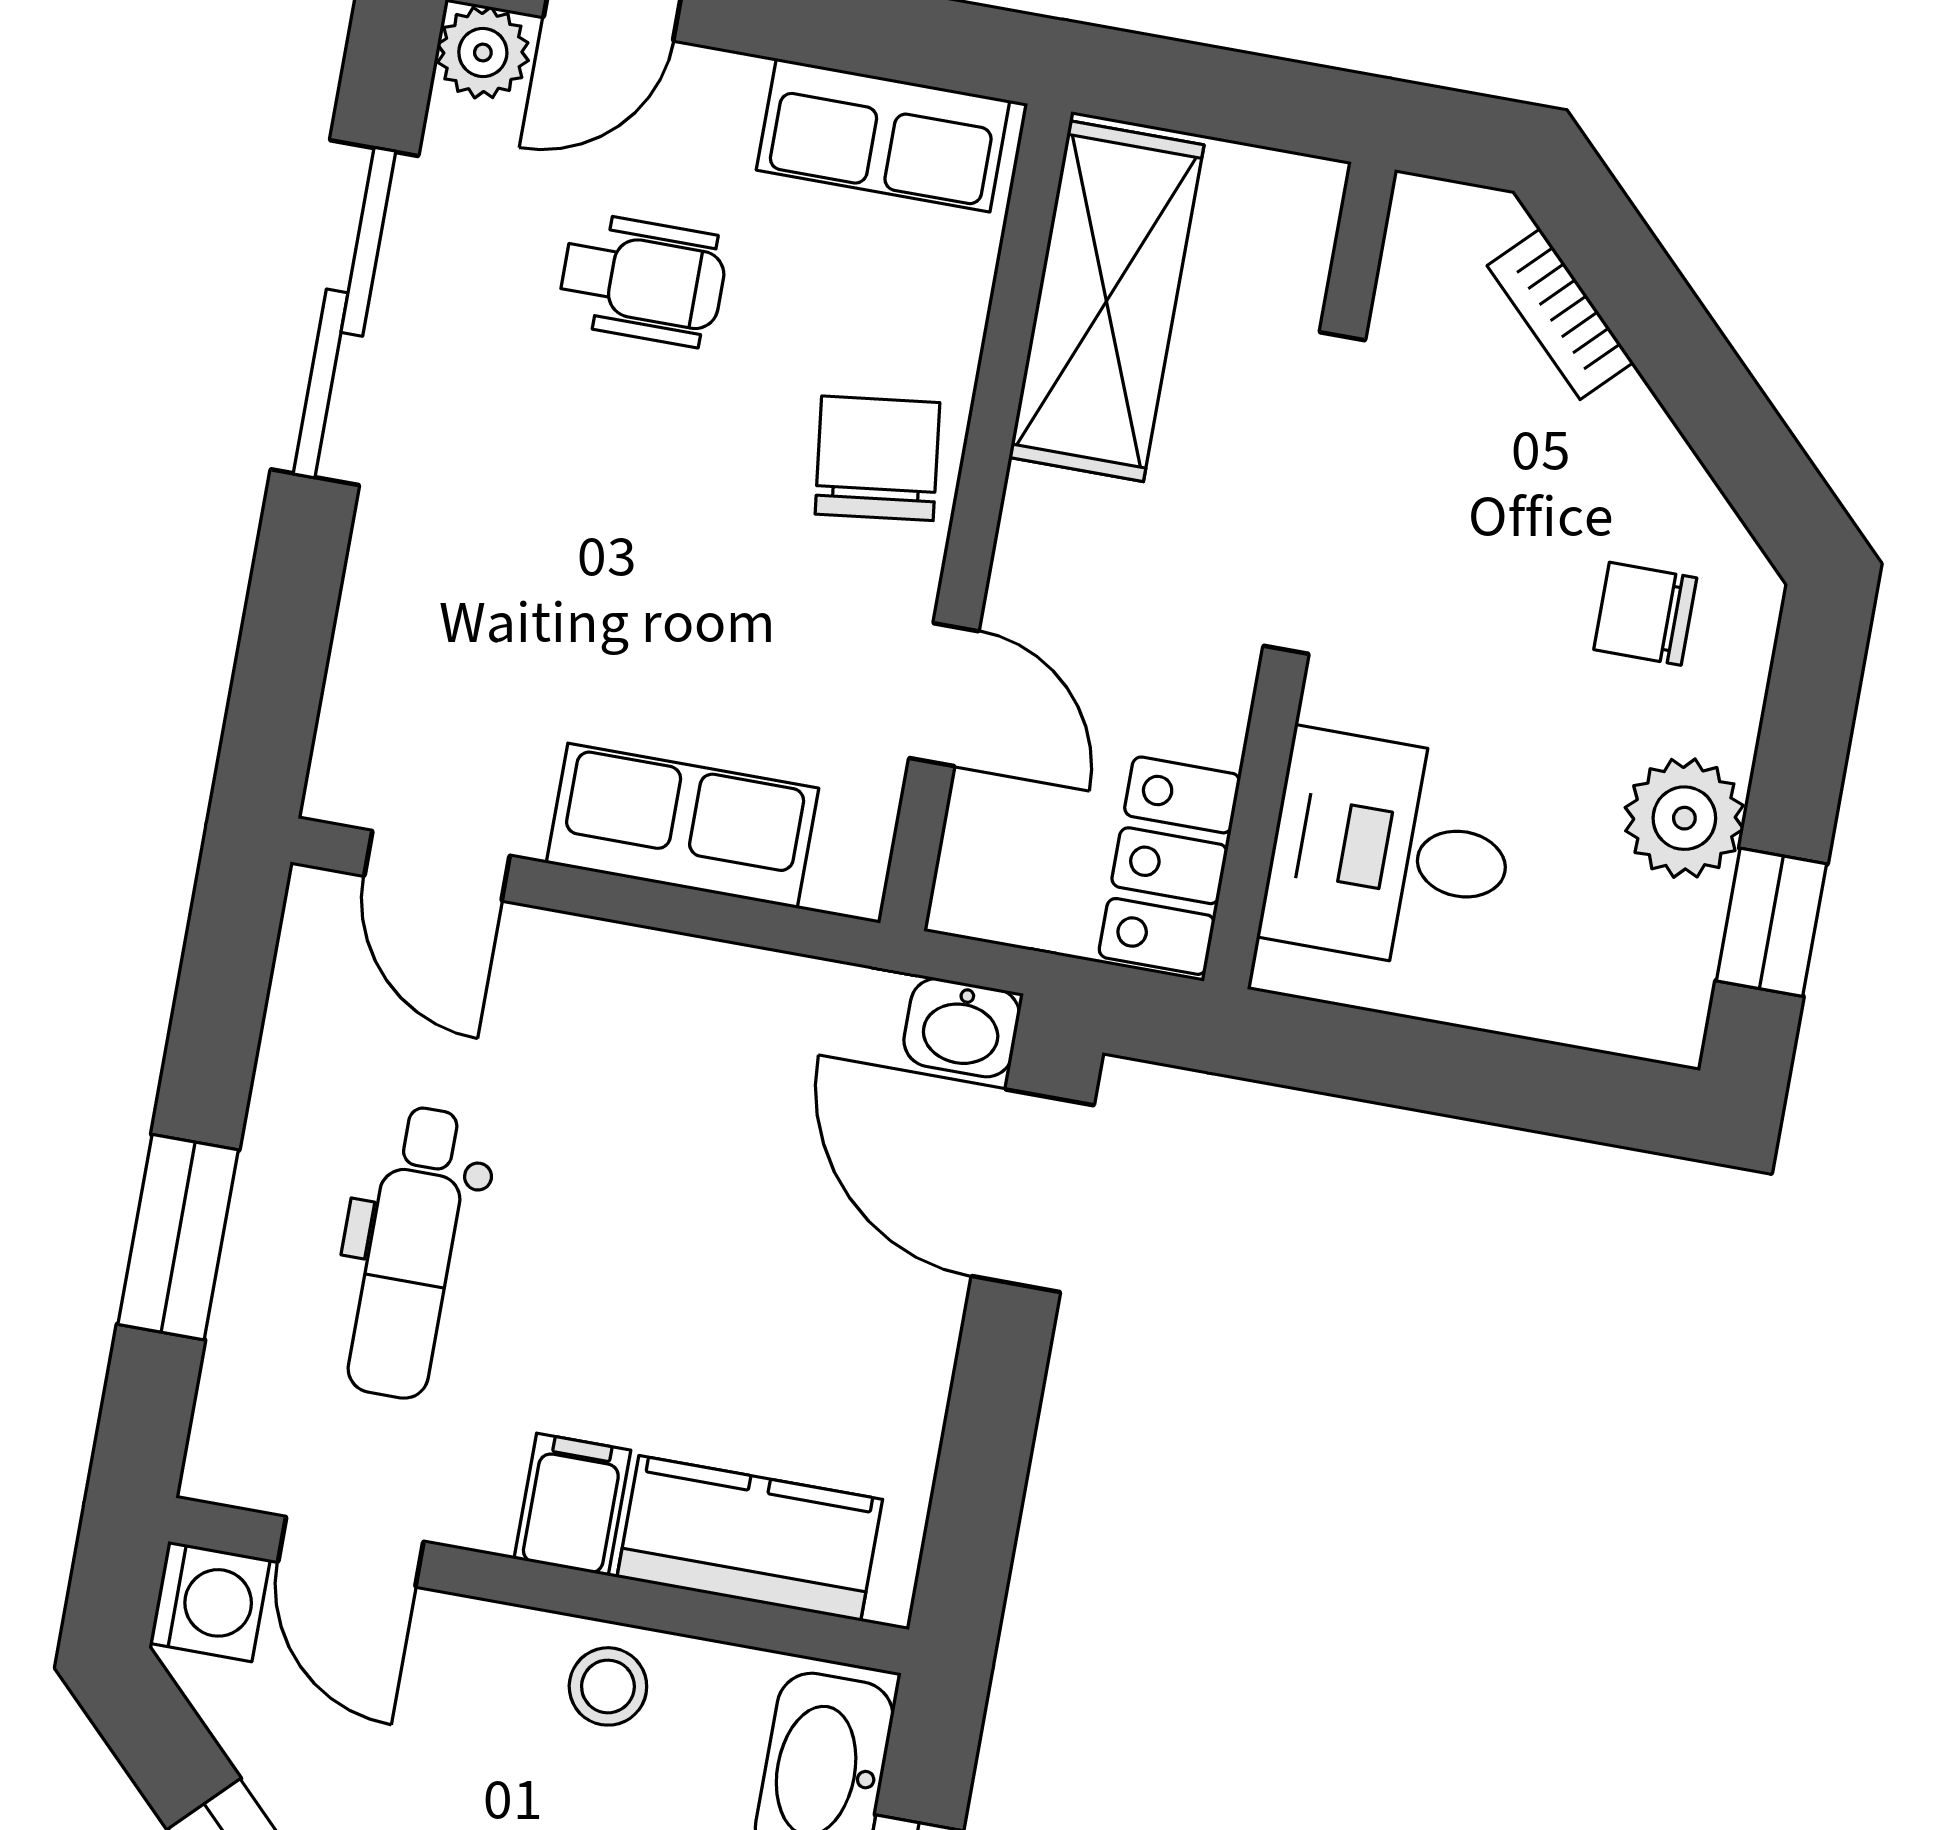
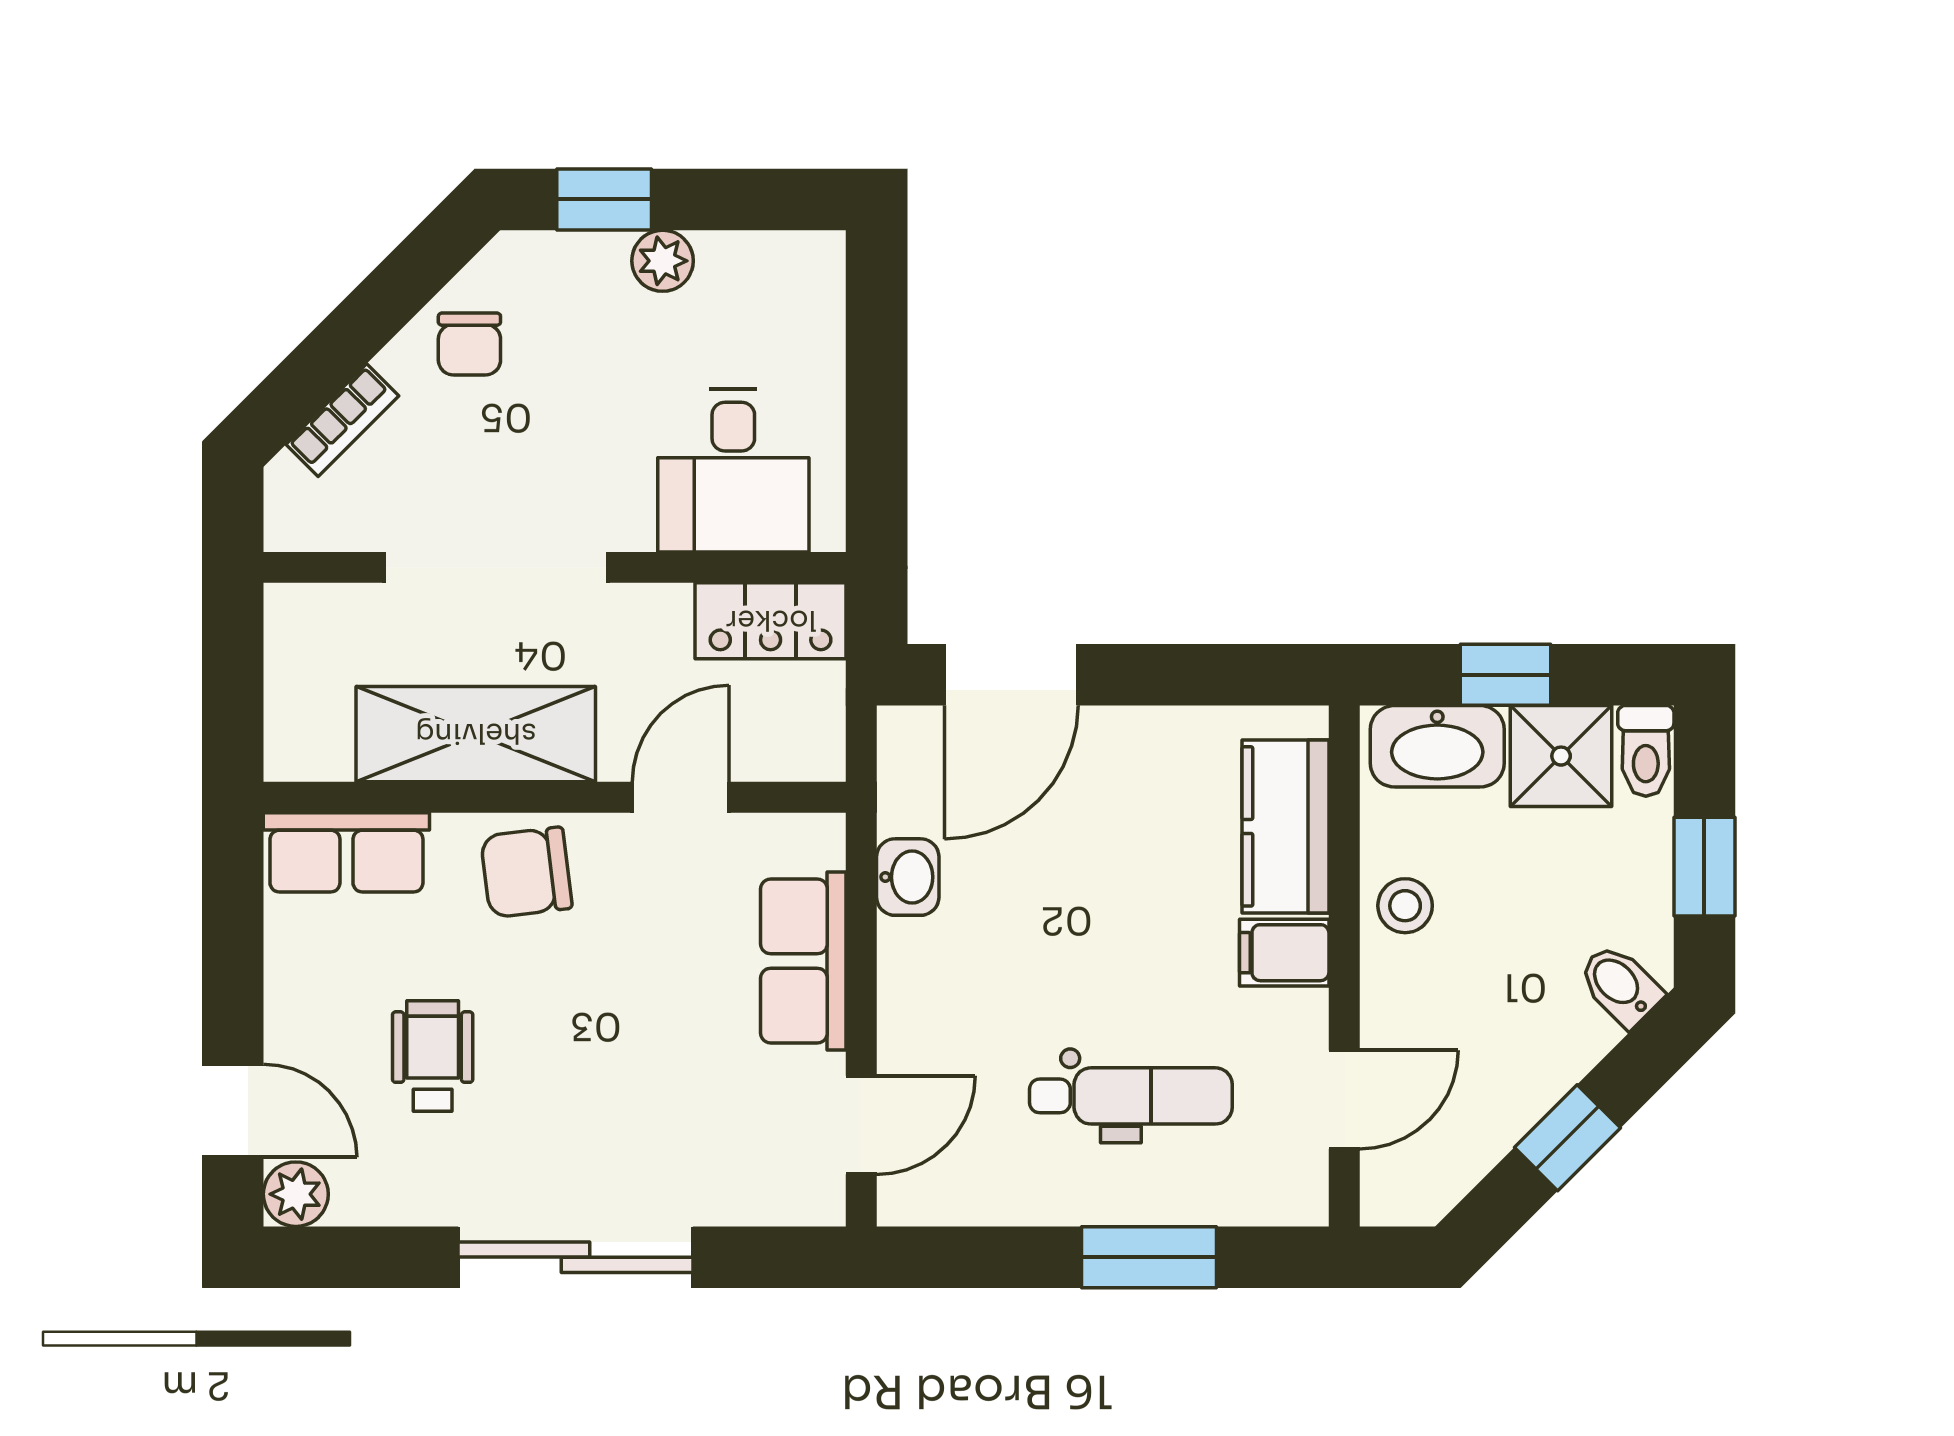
row of seats: (883, 135) -> (346, 852), moved, turned 90
shelving: (1106, 301) -> (476, 734), moved
sliding door: (345, 313) -> (575, 1257), moved
chair: (1645, 614) -> (469, 344), moved
plant: (1684, 818) -> (663, 261), width x0.73, depth x0.73
window: (1771, 922) -> (604, 199), moved
washbasin: (962, 1028) -> (908, 877), moved
washing machine: (210, 1601) -> (1396, 1190), removed

